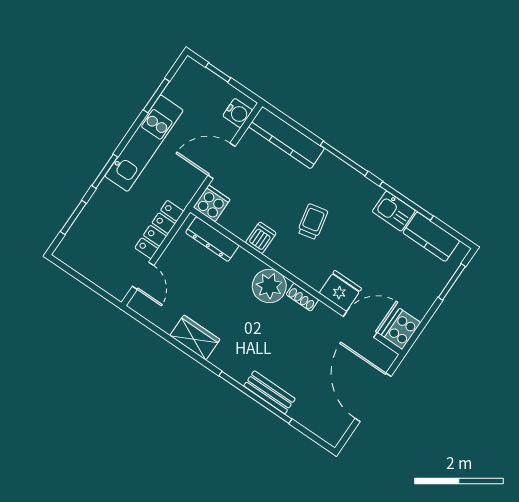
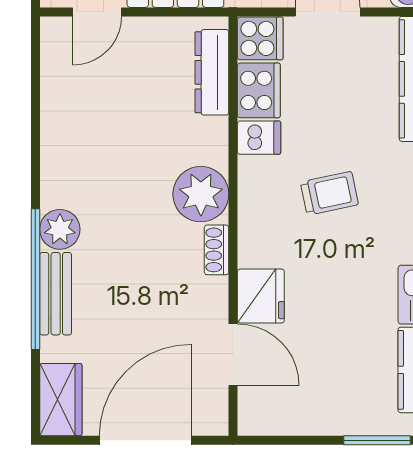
cooker: (401, 329) -> (259, 90), moved, turned 90
wardrobe: (195, 338) -> (61, 400), moved
plant: (239, 368) -> (60, 229), added

